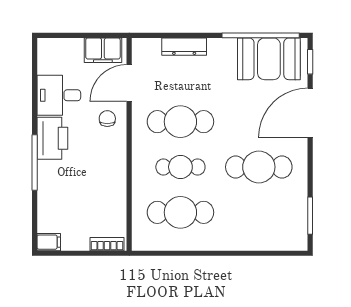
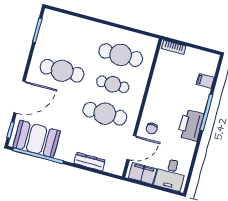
desk: (59, 95) -> (170, 174), moved, turned 90
filing cabinet: (49, 242) -> (205, 81), moved

